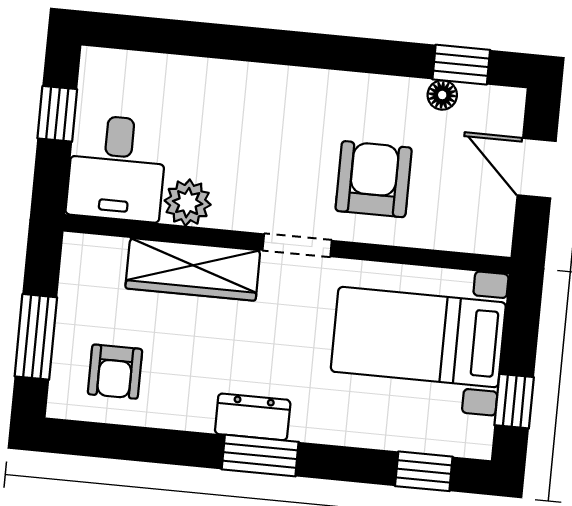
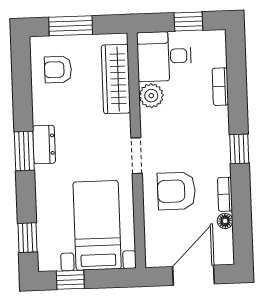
window: (461, 65) -> (239, 149), moved
bookcase: (188, 70) -> (220, 87), added
bookcase: (392, 88) -> (225, 194), added
door: (537, 168) -> (193, 275), width x1.38
armchair: (374, 179) -> (176, 191), turned 180
wardrobe: (193, 269) -> (116, 79), moved

